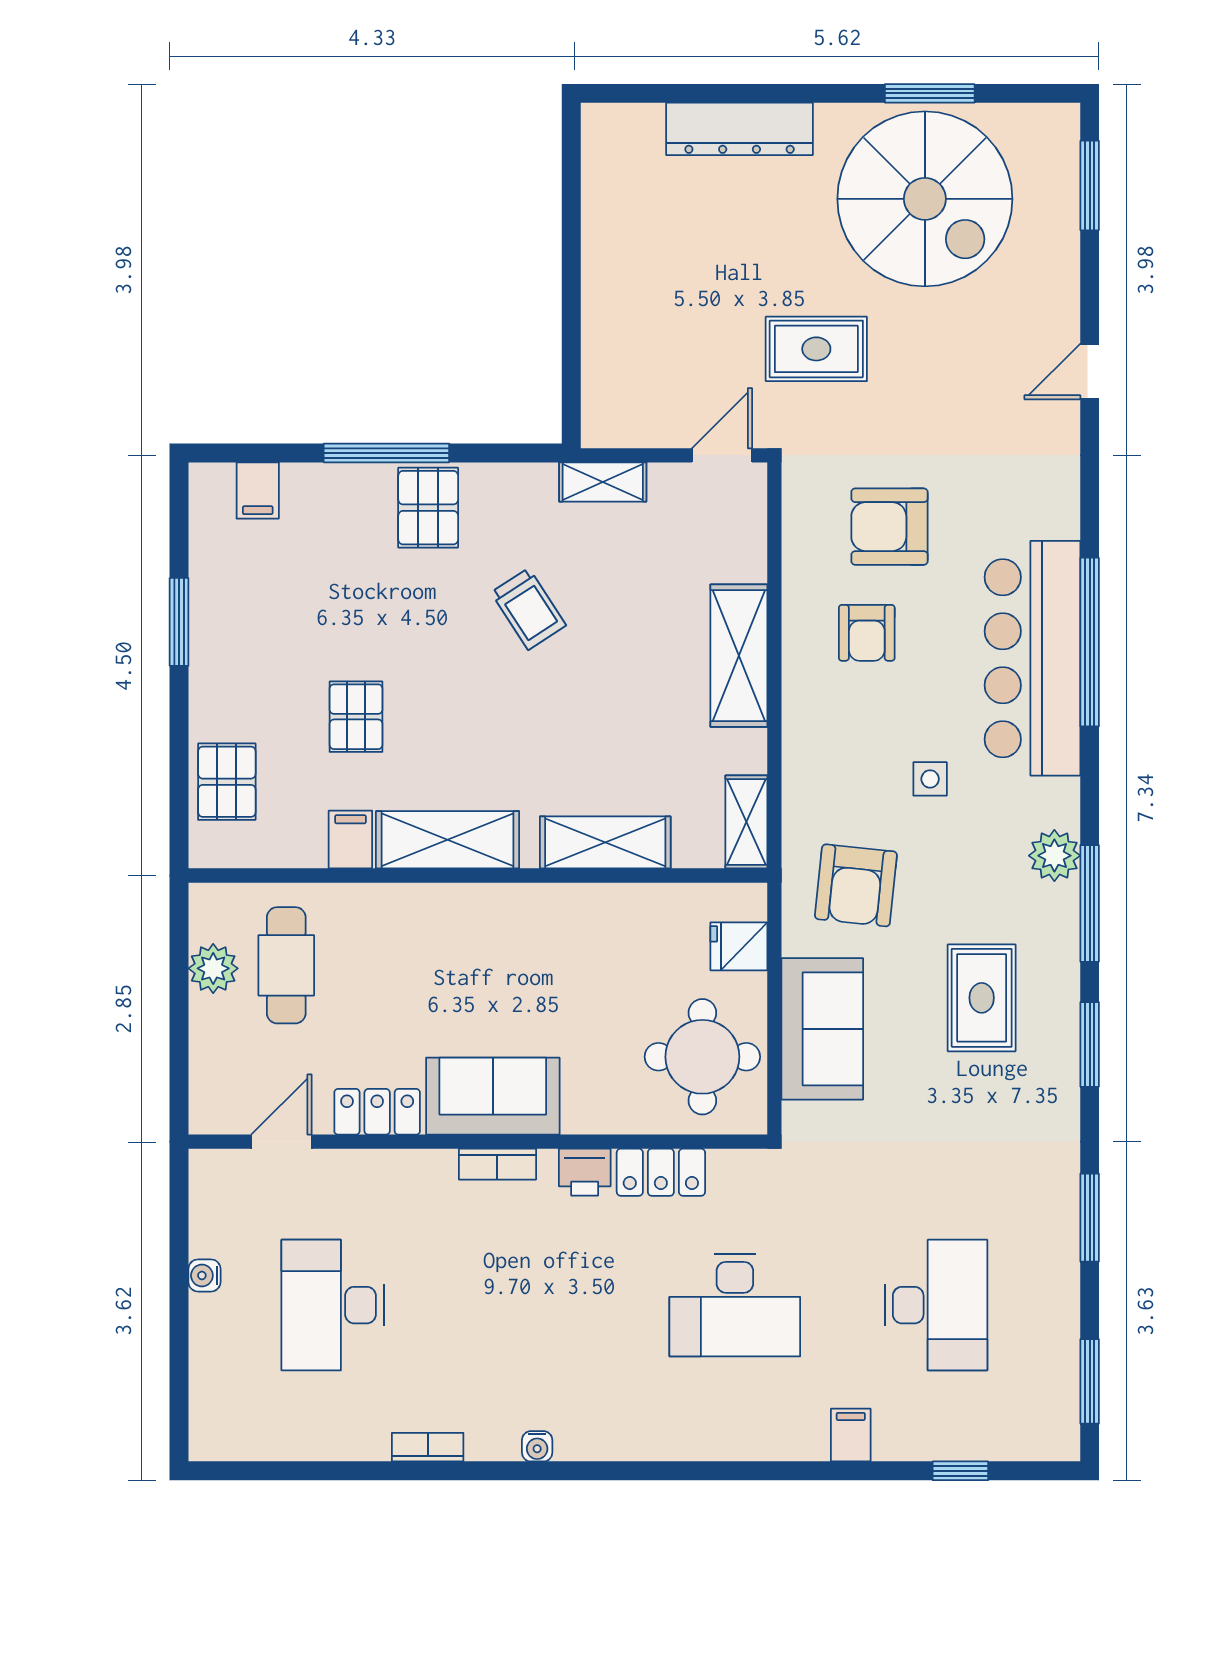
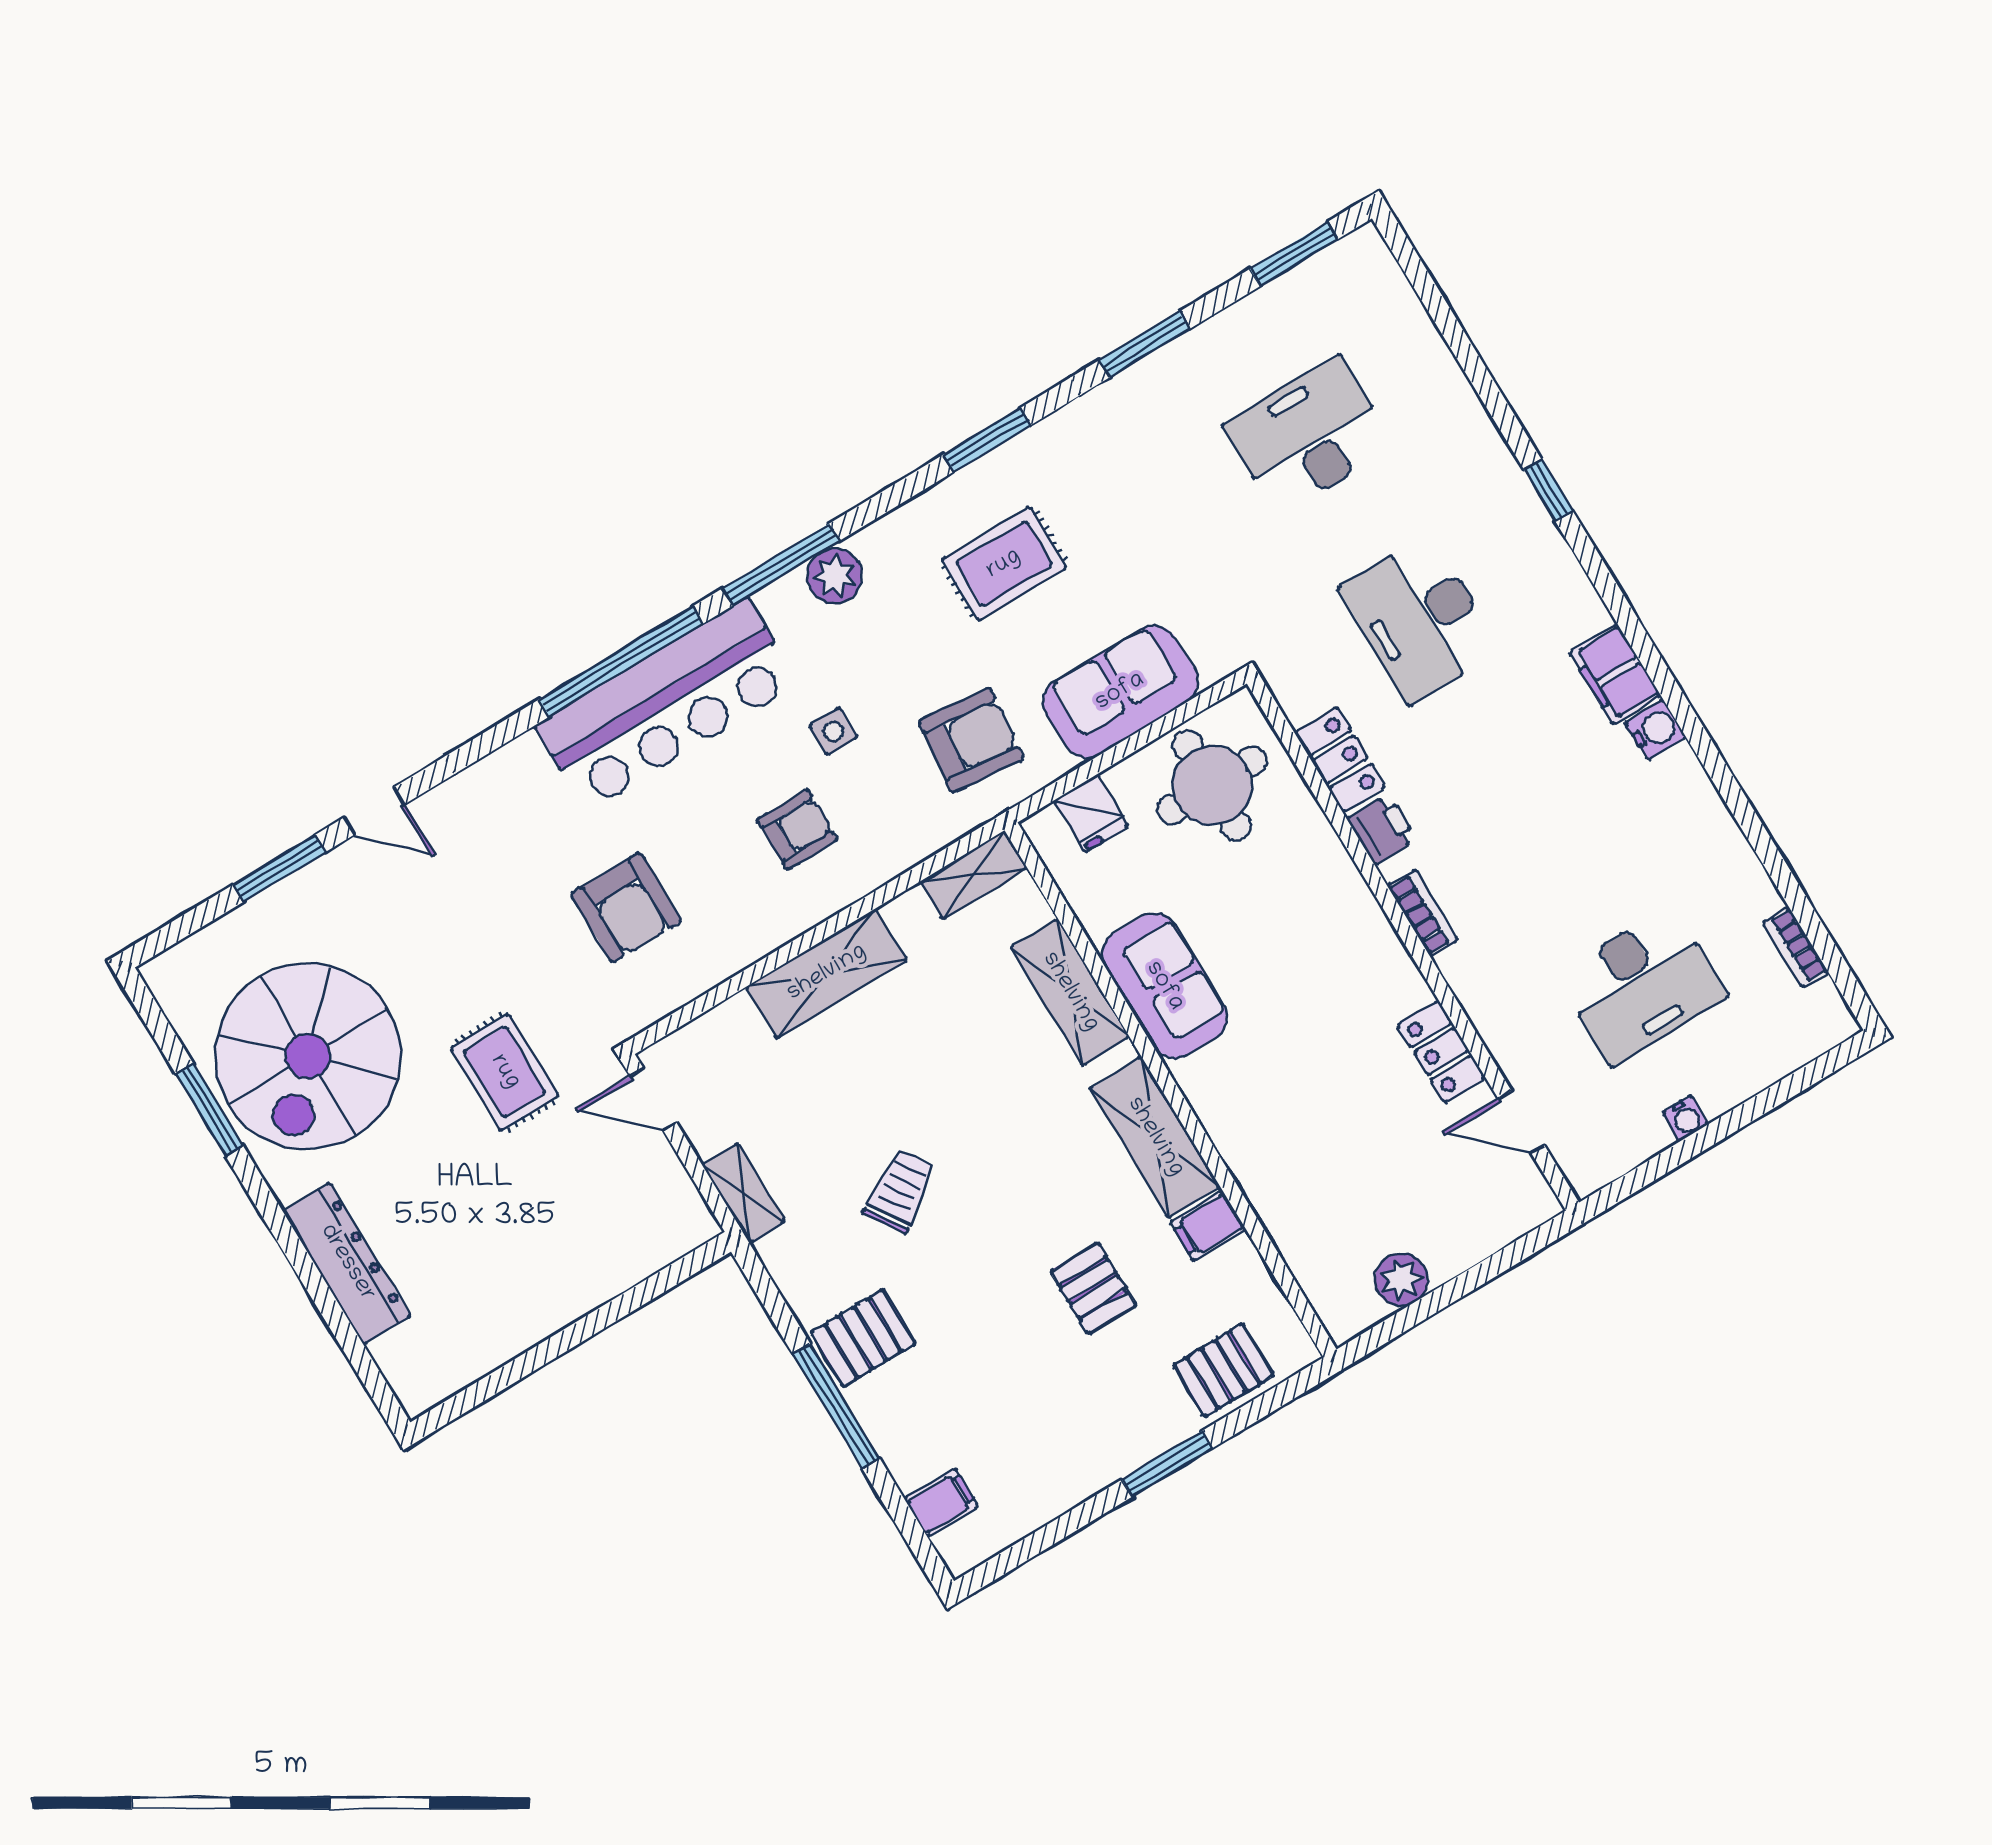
window: (1090, 185) -> (279, 868), moved
spiral stairs: (925, 199) -> (308, 1056), turned 180
window: (179, 622) -> (1167, 1464), moved
armchair: (867, 633) -> (797, 830), moved
pallet: (356, 717) -> (1093, 1288), turned 90
window: (1090, 903) -> (781, 565), moved
cafe table: (286, 965) -> (1358, 1215), removed
sofa: (493, 1096) -> (1164, 986), moved, turned 180
desk: (735, 1305) -> (1420, 619), turned 180
filing cabinet: (851, 1435) -> (1615, 674), moved, width x2.00
water cooler: (537, 1446) -> (1656, 730), width x1.38, depth x1.38
bookcase: (428, 1447) -> (1796, 947), moved
window: (960, 1471) -> (1548, 490), moved

